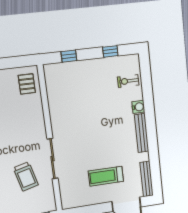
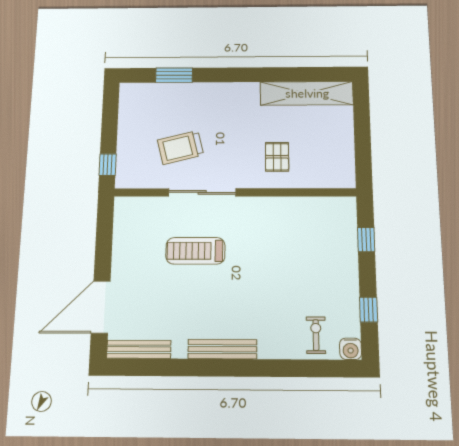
pallet: (27, 84) -> (277, 157), moved, turned 90
water cooler: (138, 107) -> (351, 349), moved
treadmill: (106, 176) -> (195, 251), moved, turned -90

